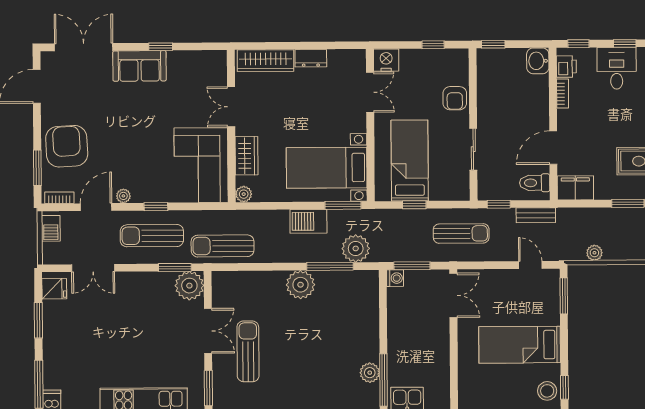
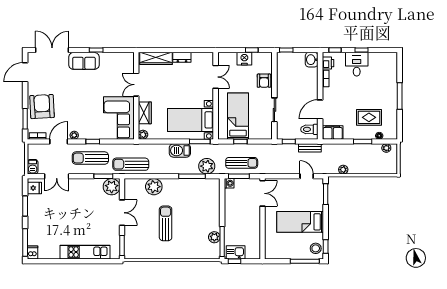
nightstand: (386, 60) -> (244, 59), moved
barbecue: (51, 228) -> (33, 167), moved
sun lounger: (461, 233) -> (242, 163), moved
plant: (300, 285) -> (154, 187), moved
sun lounger: (248, 351) -> (166, 223), moved

